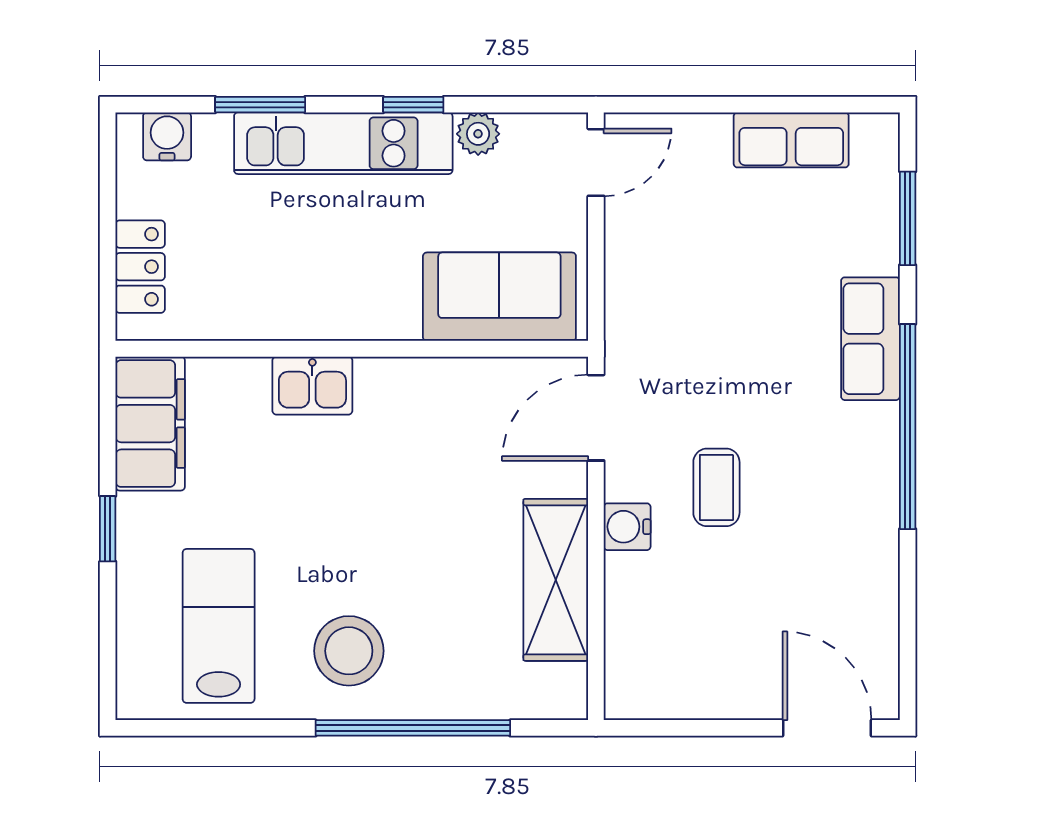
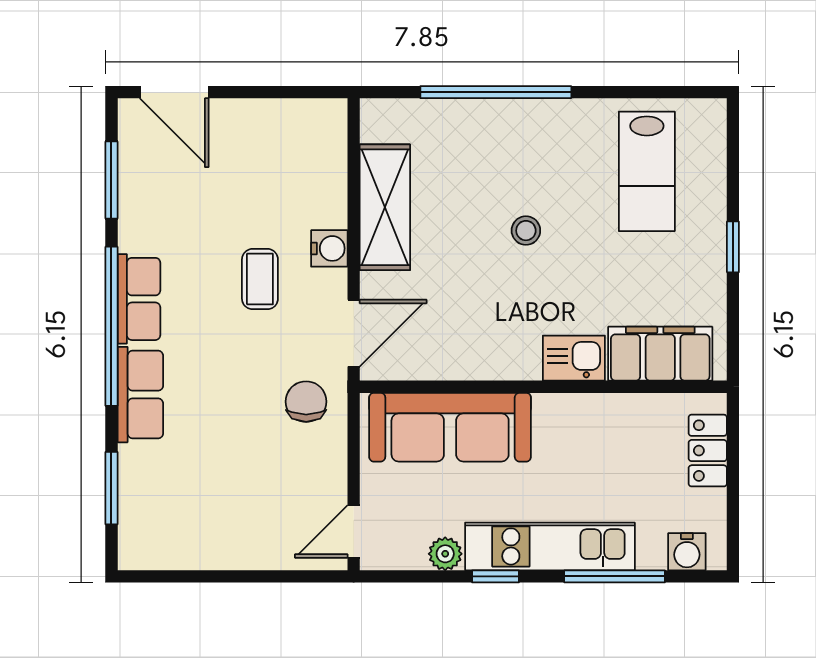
window: (260, 105) -> (615, 576), width x1.44
row of seats: (791, 140) -> (139, 299), moved, turned 90
sofa: (499, 297) -> (450, 427), width x1.36
chair: (657, 330) -> (306, 402), added
filing cabinet: (150, 424) -> (660, 354), moved, turned 90
window: (908, 615) -> (111, 180), added
stool: (349, 651) -> (526, 231), moved, width x0.53, depth x0.53

